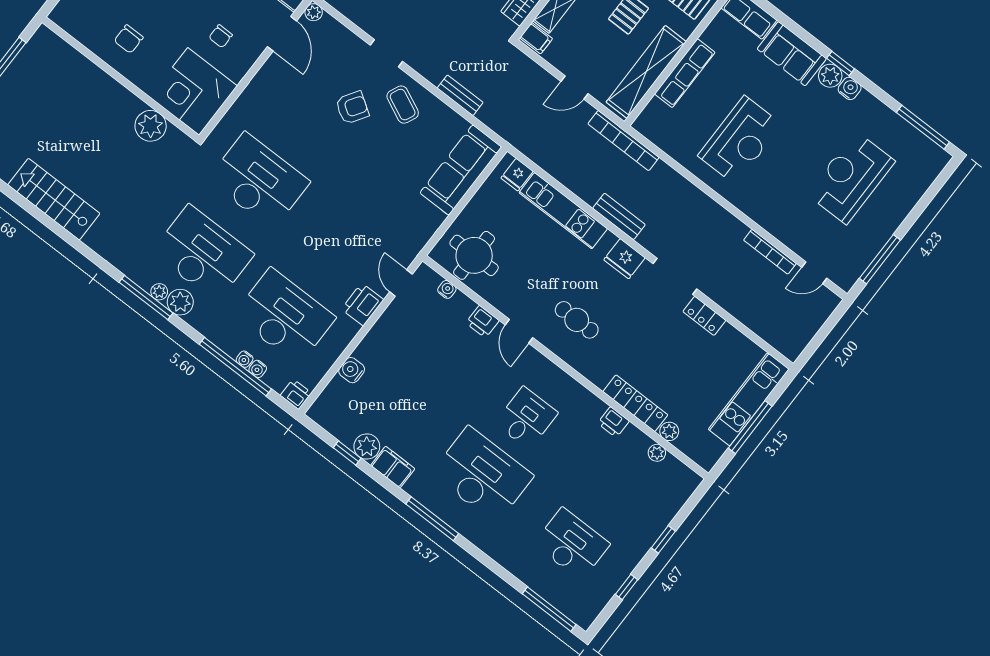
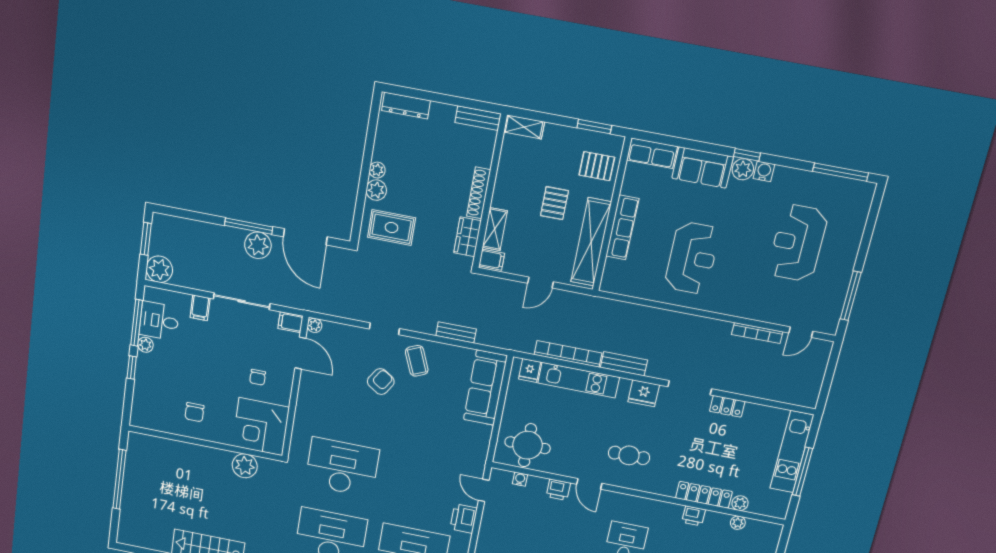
coffee table: (403, 105) -> (417, 361), turned 42
bookcase: (623, 141) -> (568, 354), moved, turned 180

